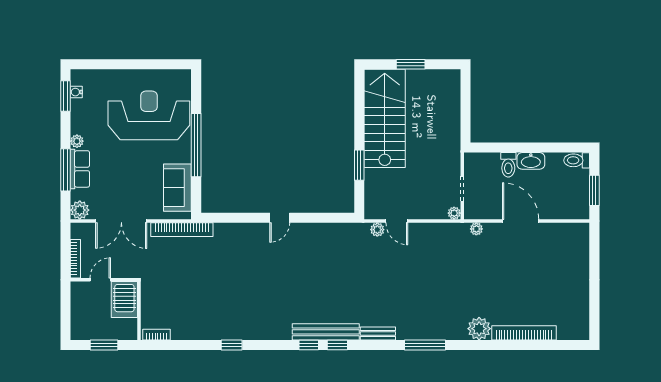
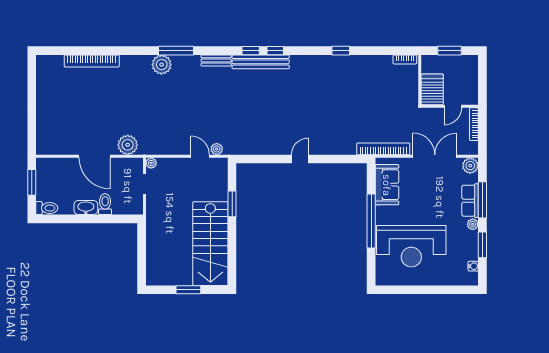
window: (66, 96) -> (482, 245), moved
plant: (476, 229) -> (128, 145), width x1.87, depth x1.87
plant: (479, 329) -> (162, 65), moved

